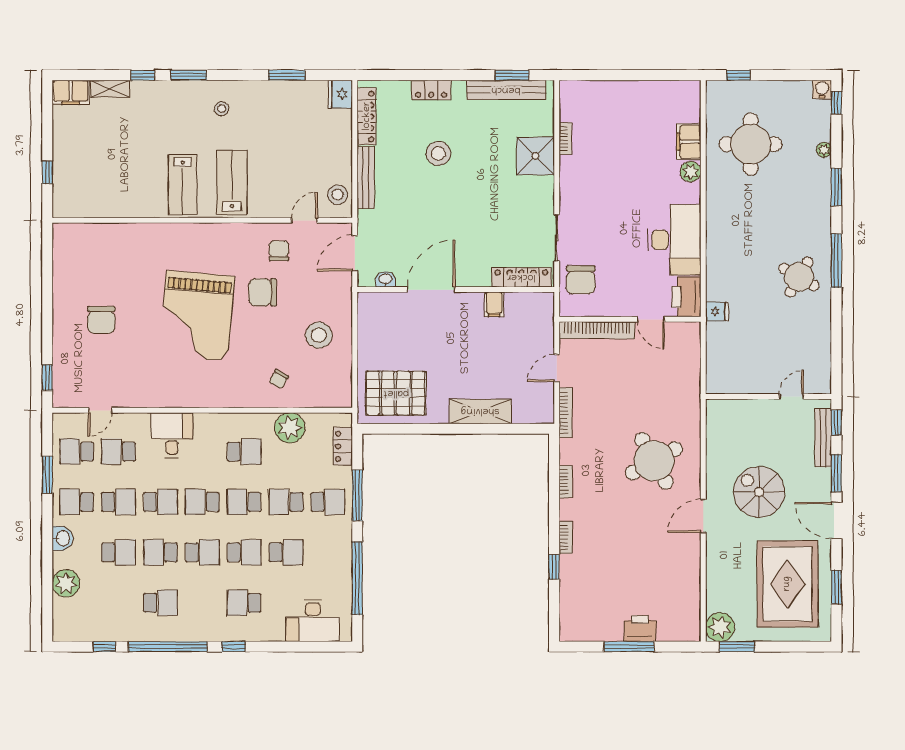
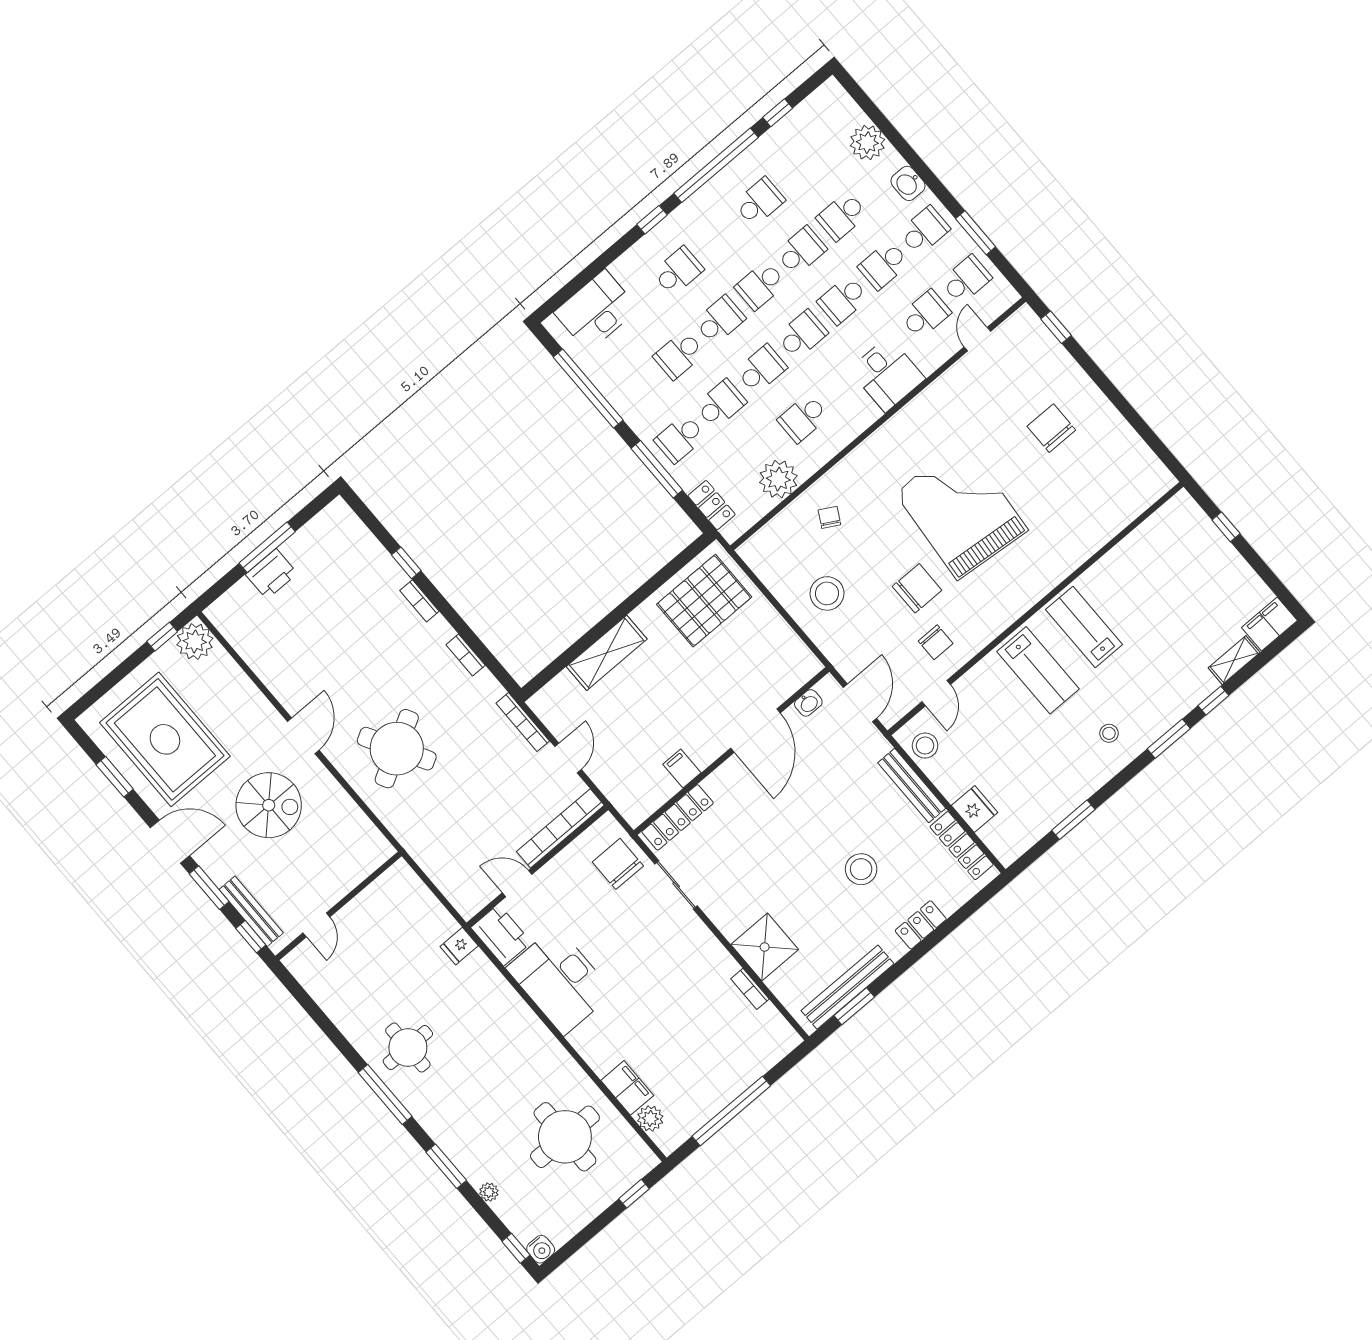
window: (638, 75) -> (731, 1111), added
fridge: (340, 94) -> (975, 809), moved
plant: (691, 172) -> (650, 1118), moved
round table: (799, 277) -> (408, 1047), turned -30
school desk: (244, 552) -> (720, 320), turned 180
school desk: (160, 603) -> (759, 202), turned 180
window: (737, 647) -> (162, 637), width x0.67

